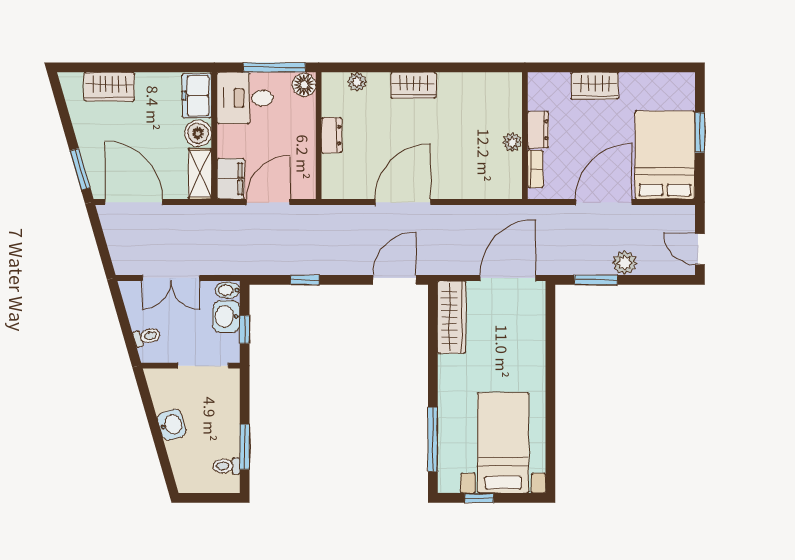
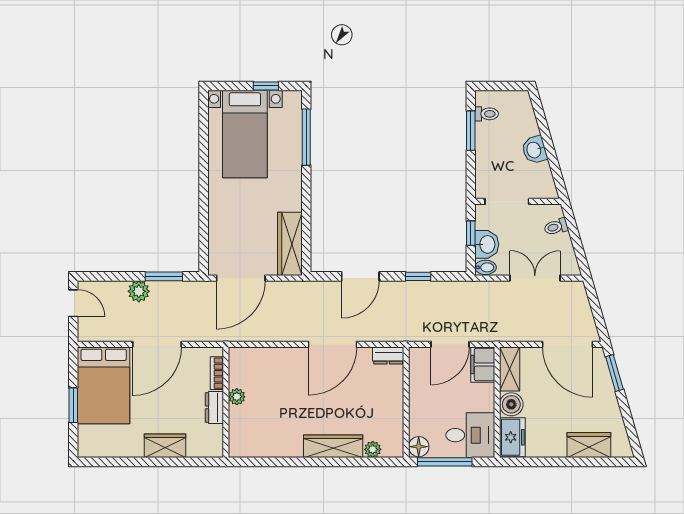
wardrobe: (413, 85) -> (333, 446), width x1.50
dresser: (331, 135) -> (388, 355), moved, turned -90
door: (395, 280) -> (360, 276), moved

